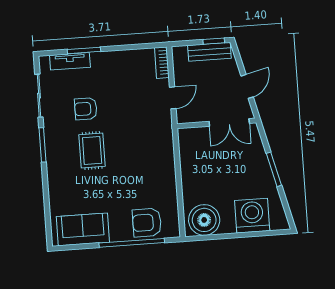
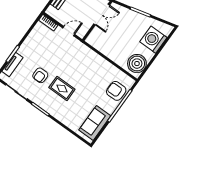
door: (173, 98) -> (69, 31), hinge flipped
armchair: (147, 223) -> (116, 91), turned 90

